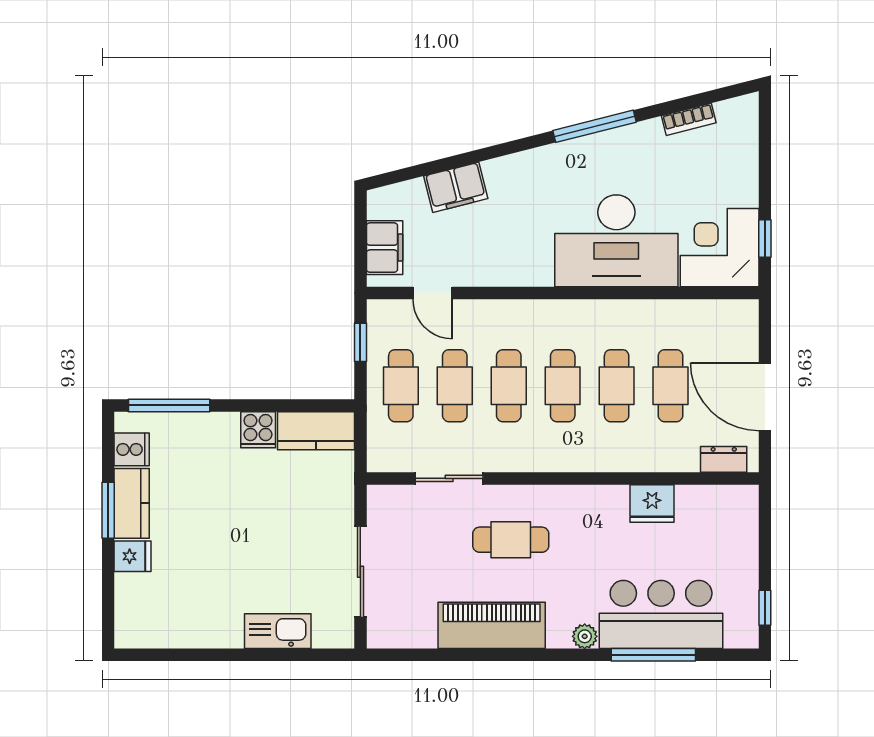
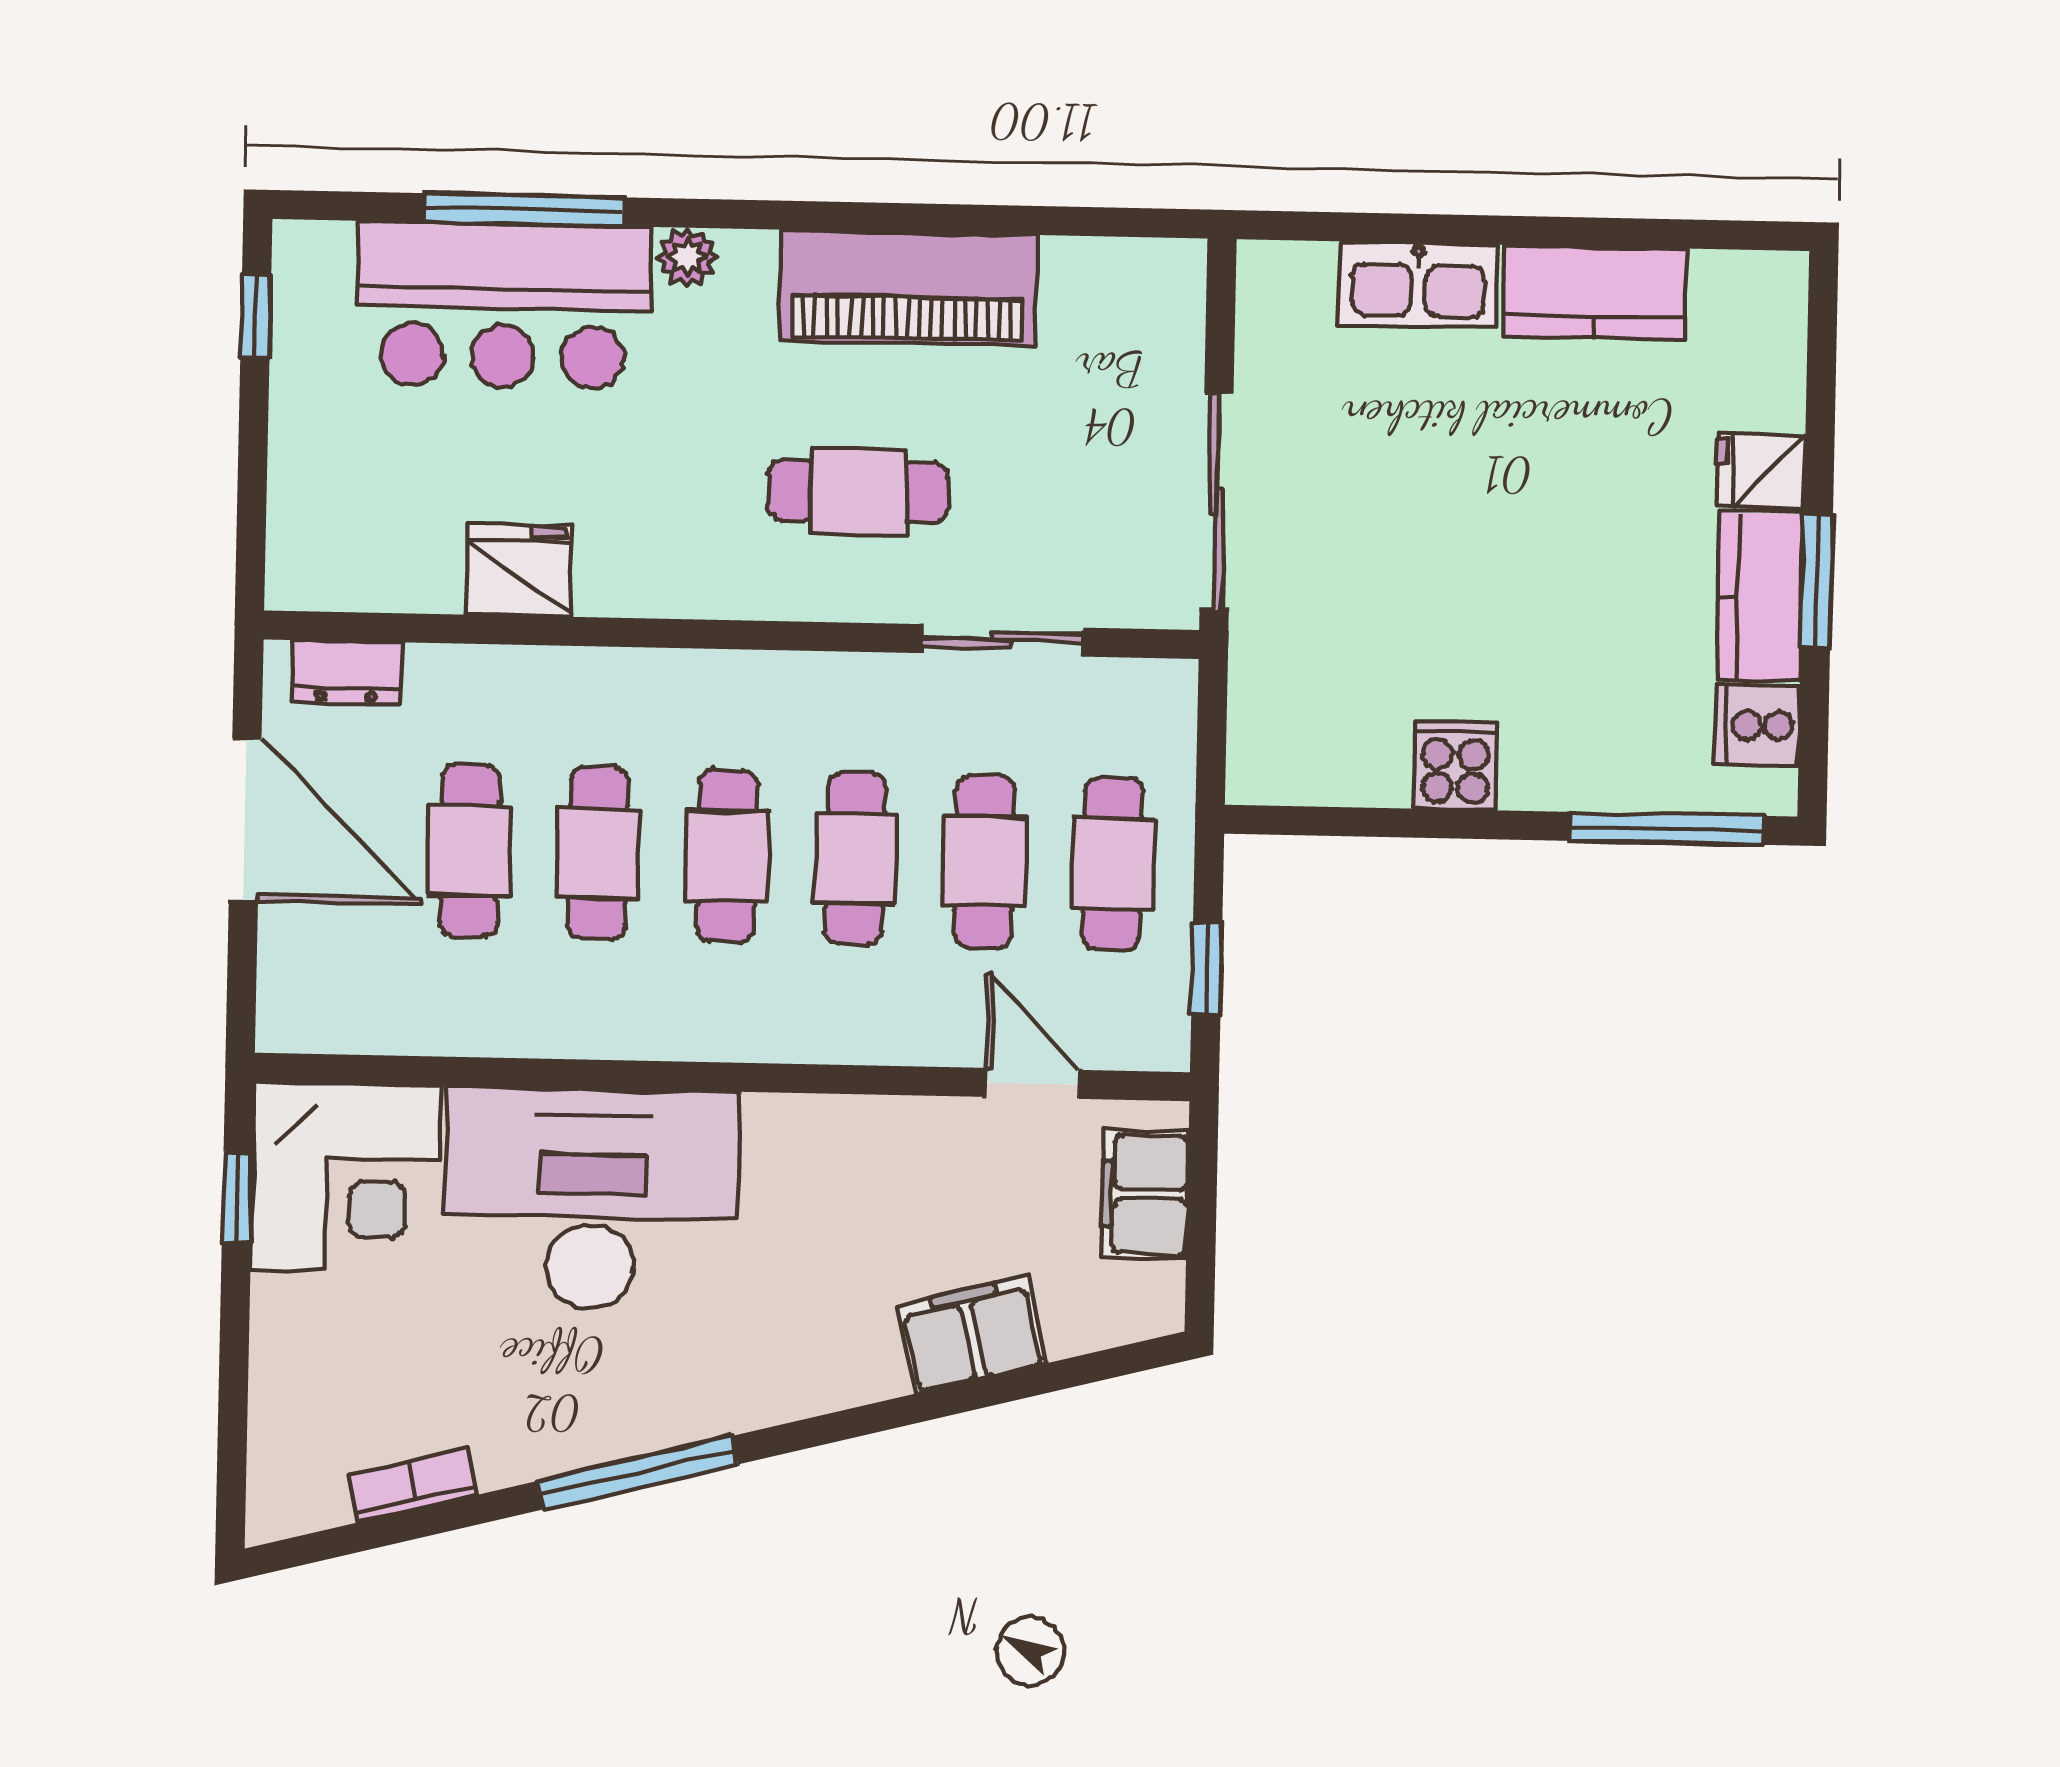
kitchen counter: (316, 431) -> (1595, 292), moved, turned 180
sliding door: (360, 572) -> (1217, 502), moved

